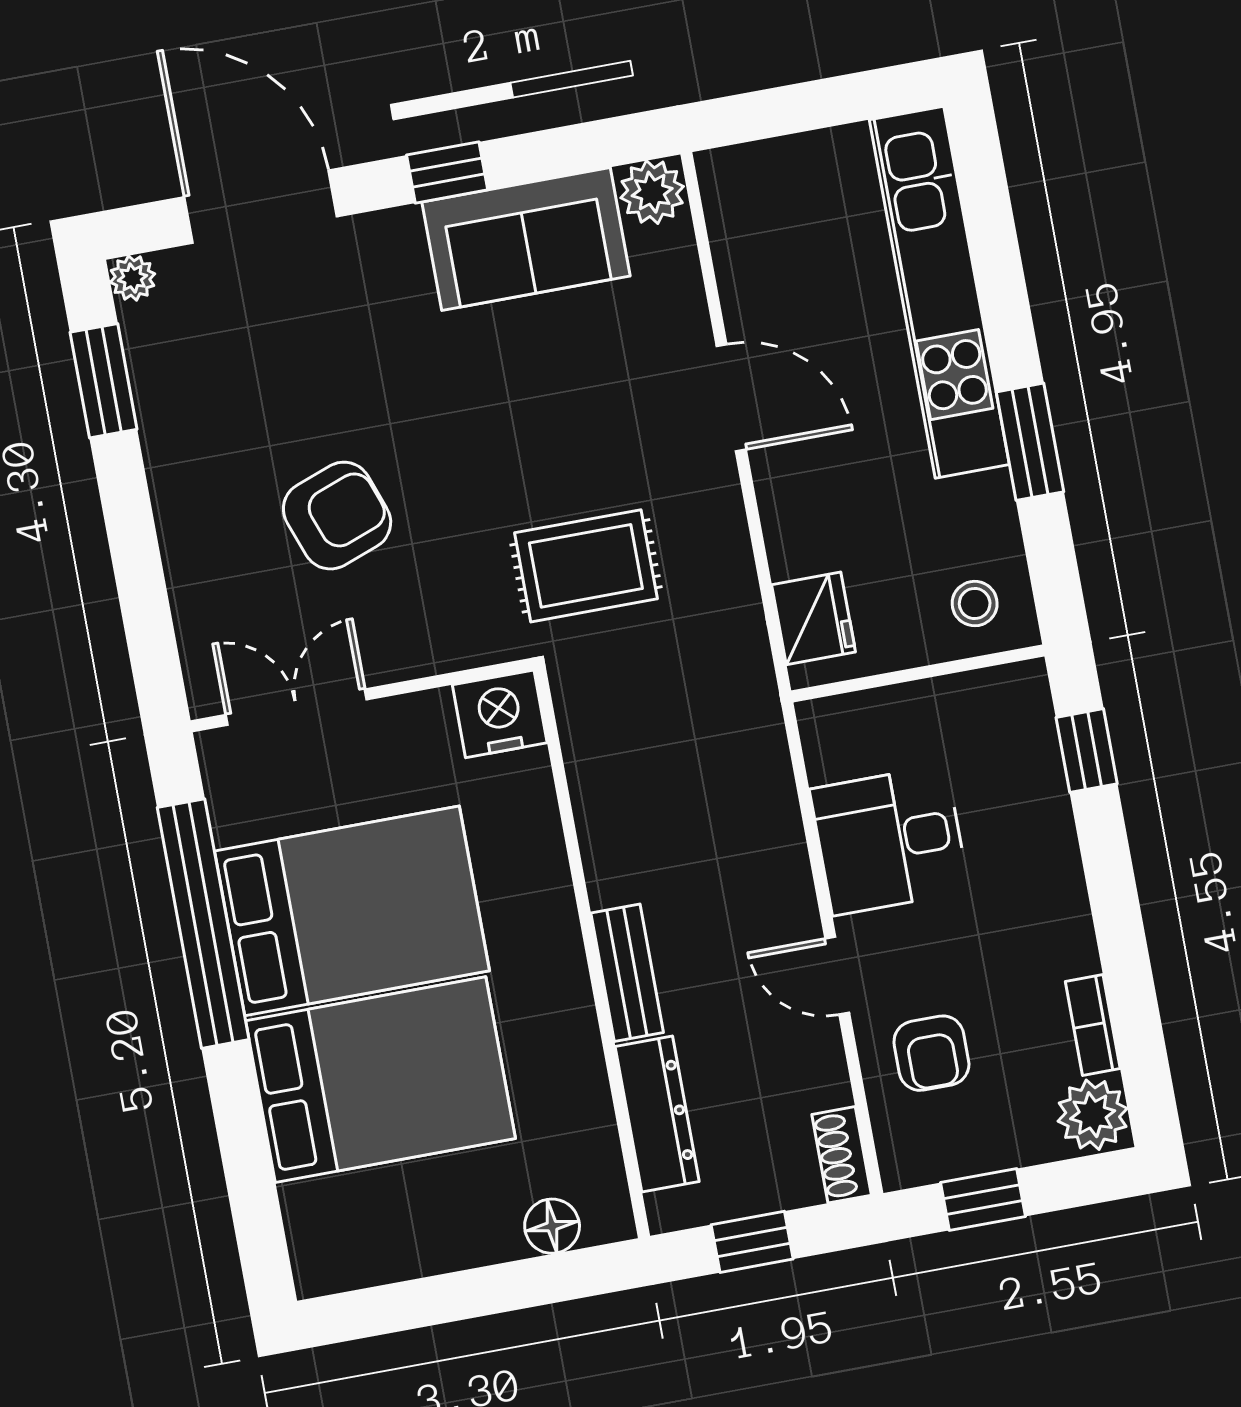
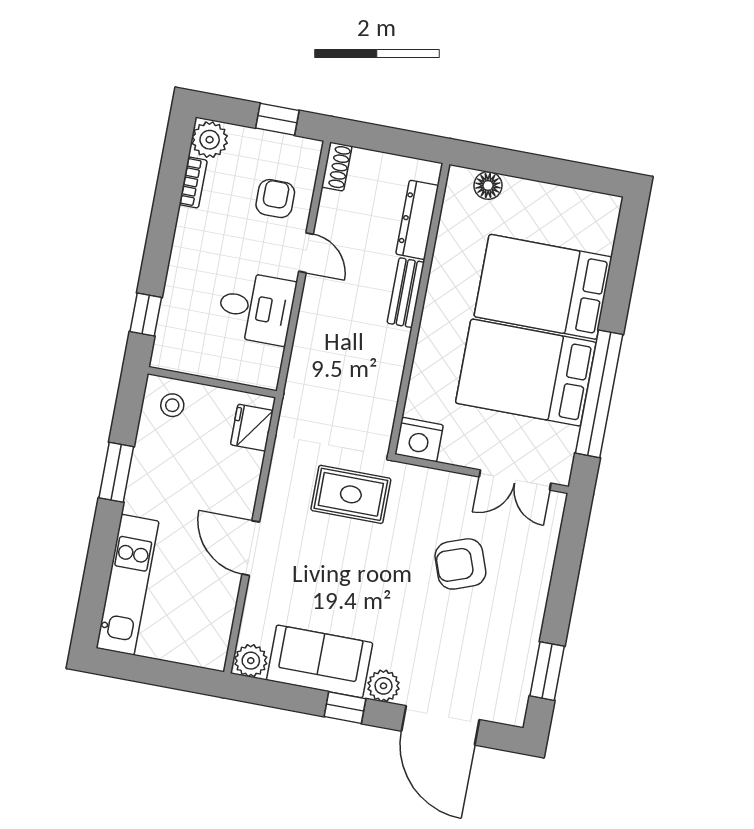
plant: (133, 278) -> (383, 686), moved, width x1.38, depth x1.38
kitchen unit: (939, 292) -> (127, 585), width x0.73
window: (752, 1242) -> (395, 141), removed

